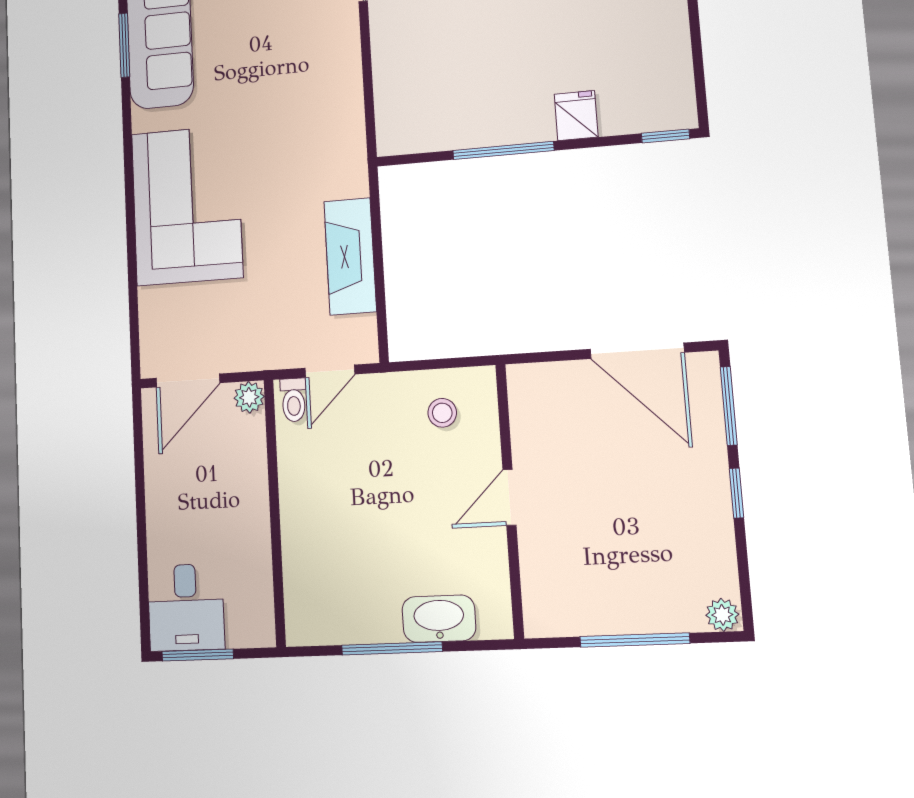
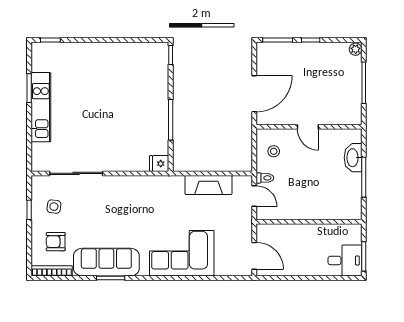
fridge: (576, 116) -> (159, 164), moved
door: (637, 351) -> (254, 94), moved
plant: (249, 397) -> (263, 230), removed
toilet: (294, 400) -> (265, 178), moved

